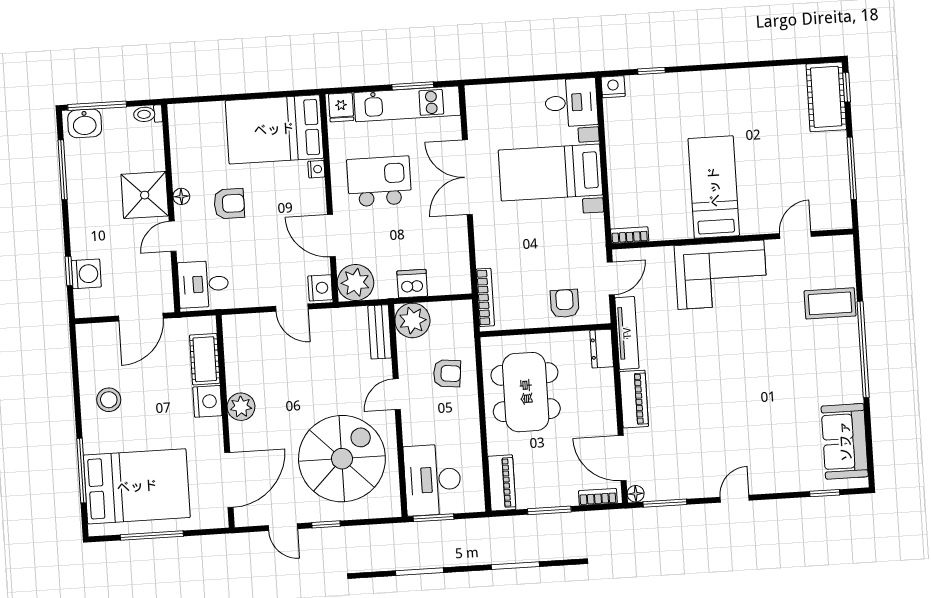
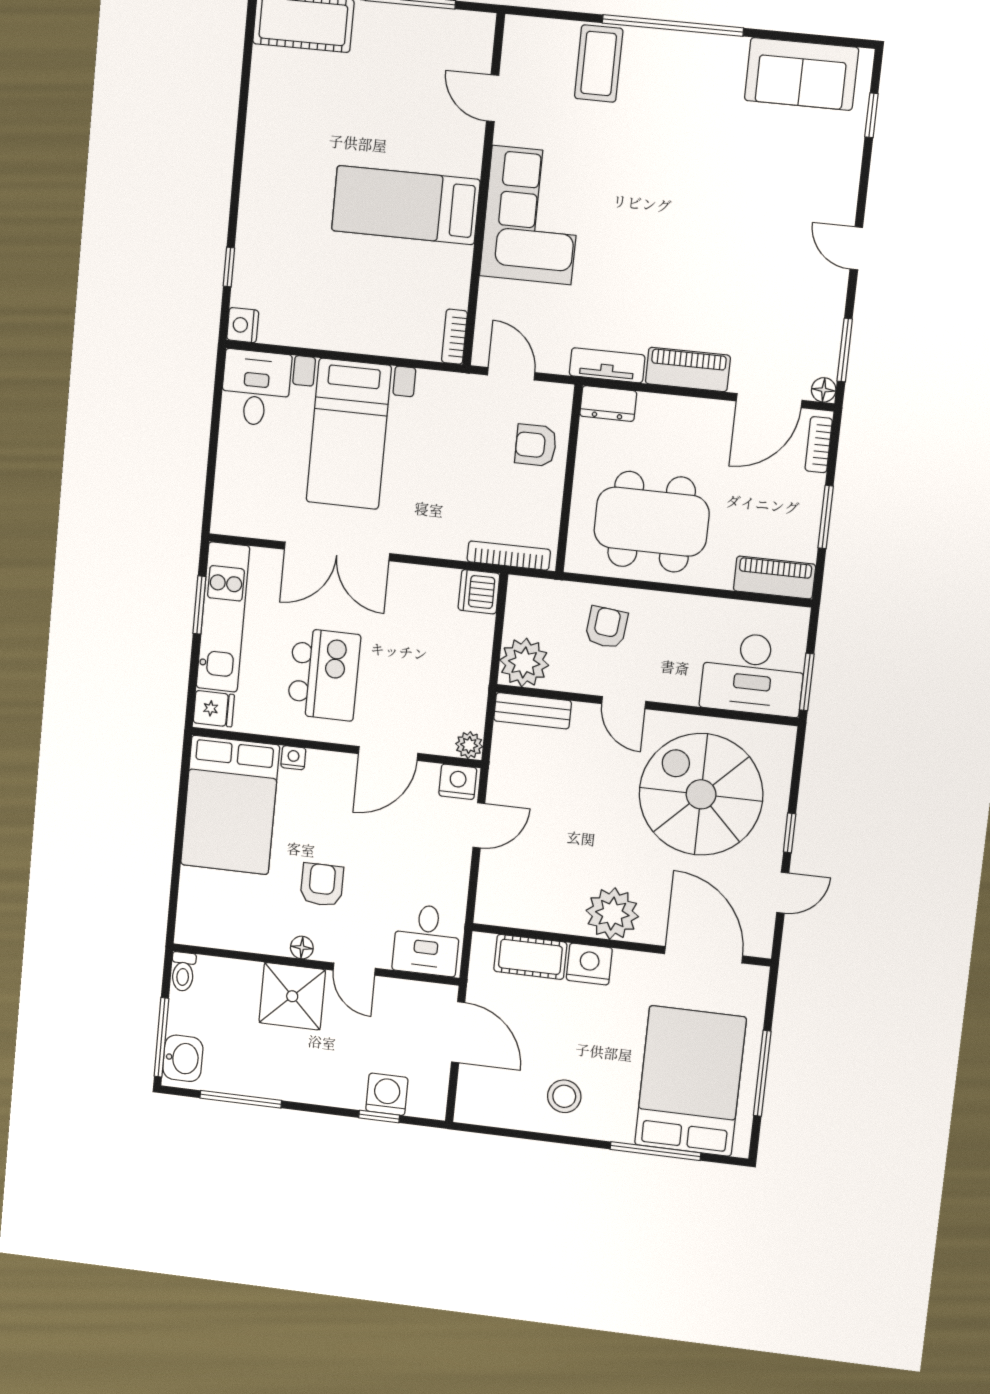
kitchen island: (379, 181) -> (324, 674), turned 180
plant: (355, 283) -> (469, 745), width x0.53, depth x0.53
dishwasher: (412, 284) -> (479, 592), moved
tv unit: (627, 333) -> (607, 365), width x0.71
plant: (241, 407) -> (612, 914), width x1.36, depth x1.36

